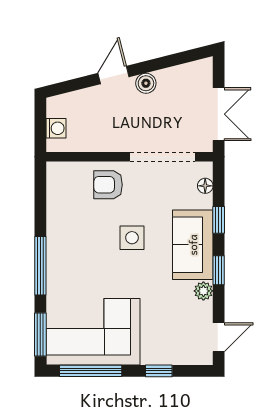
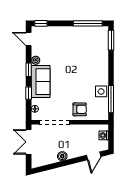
door: (113, 75) -> (94, 156), moved
side table: (132, 238) -> (101, 91), moved
window: (40, 266) -> (111, 99), moved
corner sofa: (93, 332) -> (87, 41), removed
door: (219, 337) -> (29, 39), hinge flipped
window: (159, 371) -> (41, 23), moved

